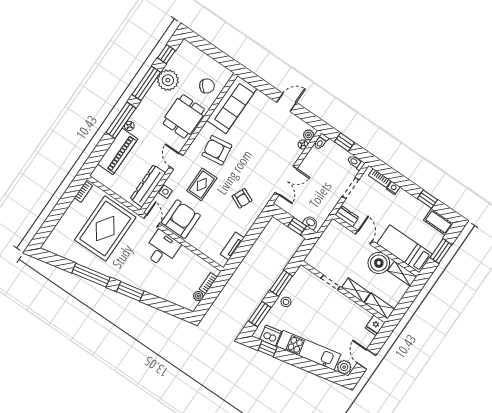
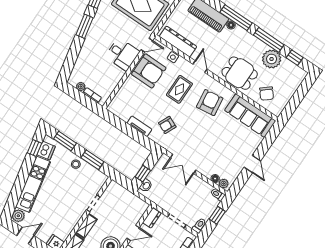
door: (176, 161) -> (200, 67), hinge flipped
rug: (202, 184) -> (179, 89), turned 90
tv unit: (232, 246) -> (139, 126), moved

